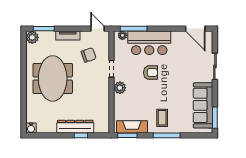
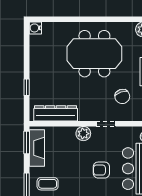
armchair: (150, 73) -> (101, 170), turned 90
dresser: (75, 127) -> (56, 113), moved, turned -90

